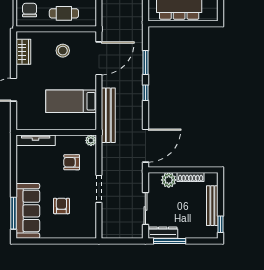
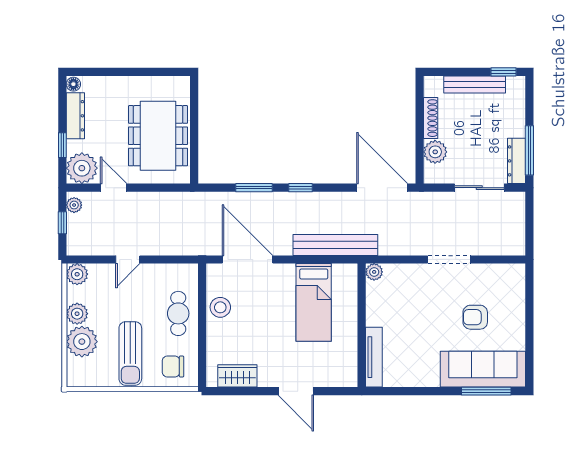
stool: (63, 51) -> (220, 307), moved
armchair: (72, 162) -> (408, 302), removed

